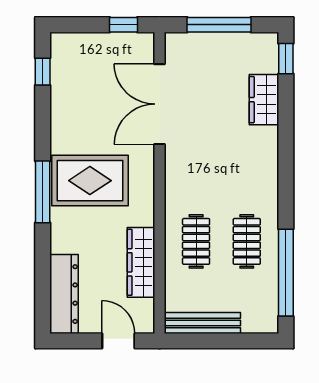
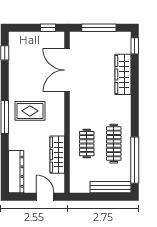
wardrobe: (264, 100) -> (123, 74), width x1.50
rug: (90, 181) -> (30, 111), width x0.73, depth x0.70
clothes rail: (247, 241) -> (114, 144), width x1.36
bench: (202, 323) -> (110, 187), moved

